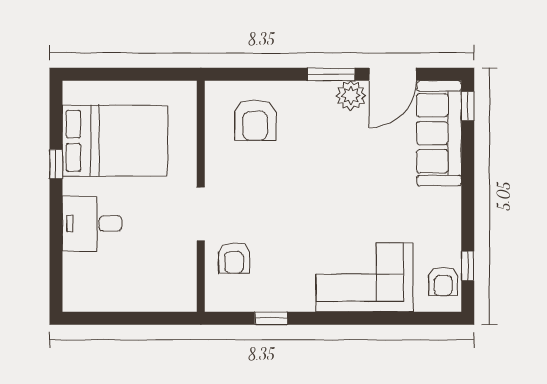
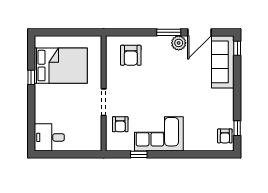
desk: (92, 223) -> (49, 137), moved
corner sofa: (365, 277) -> (159, 134), moved

